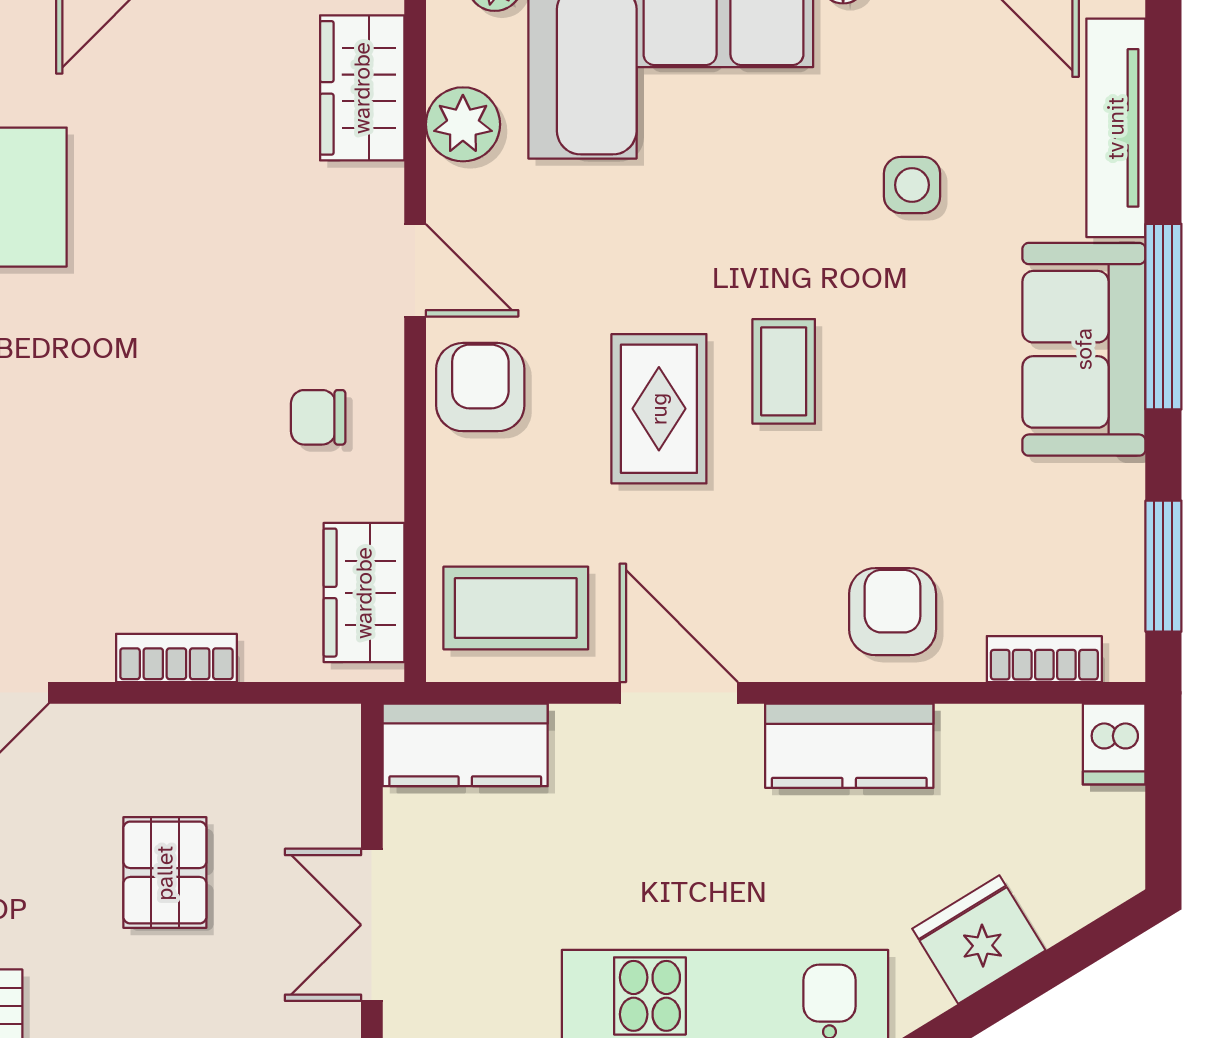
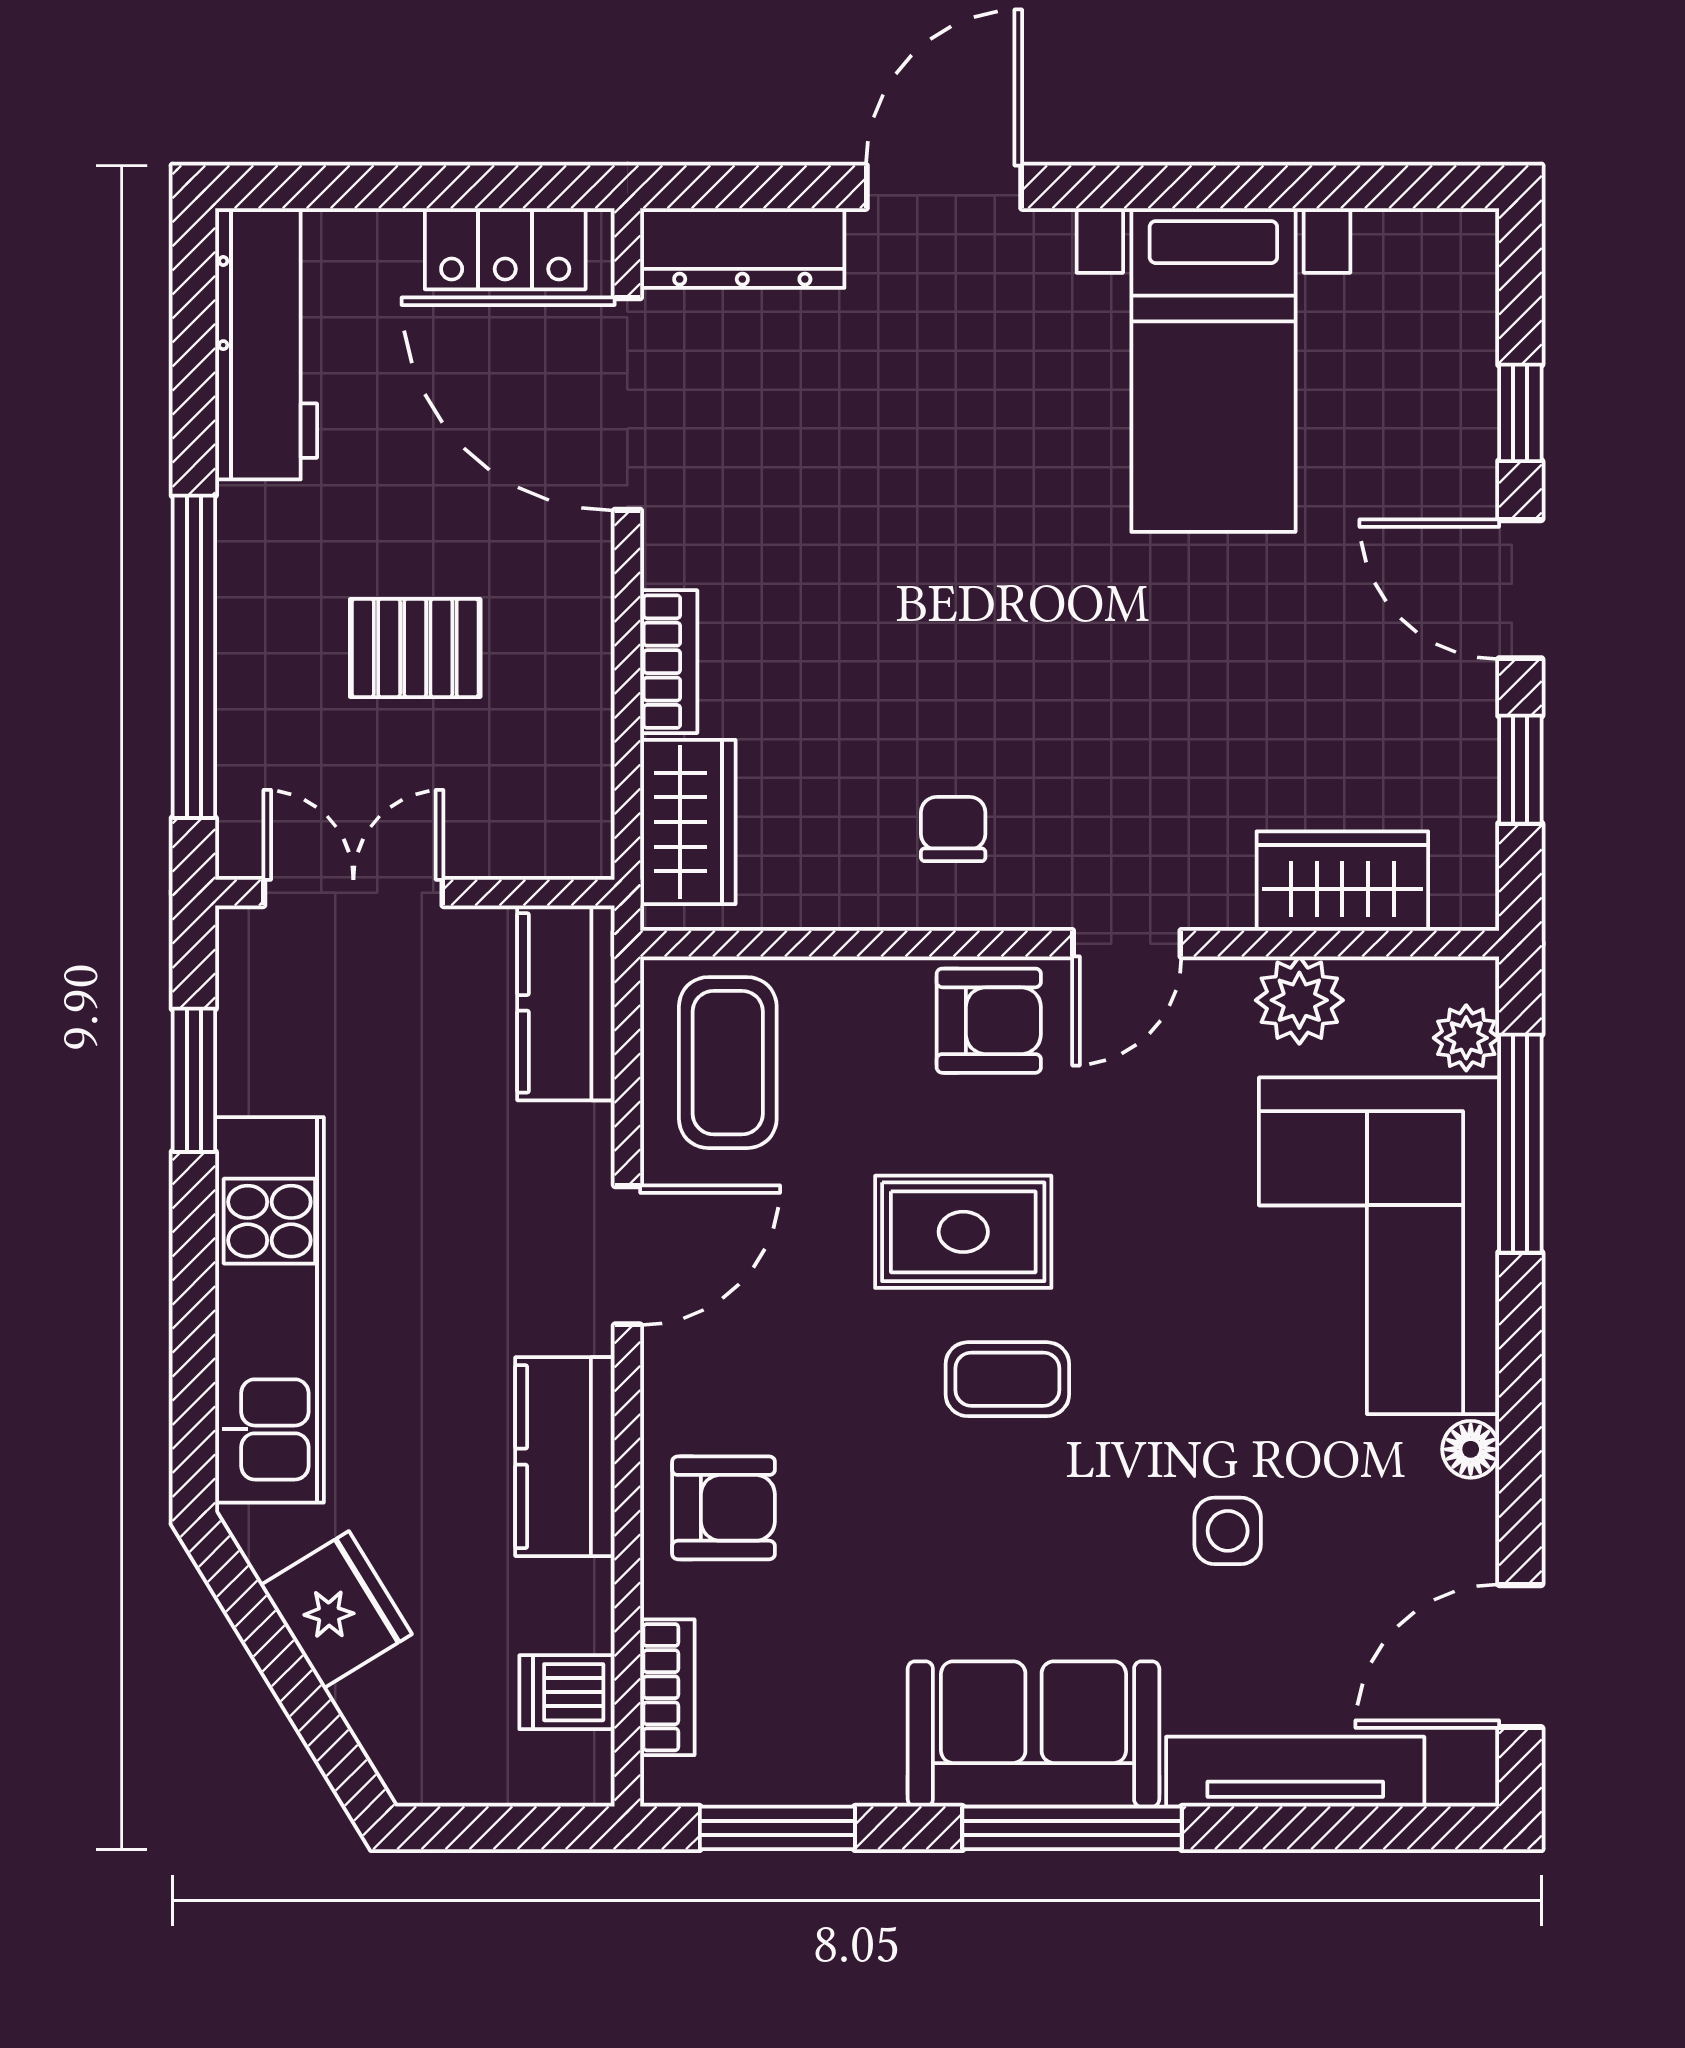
wardrobe: (364, 593) -> (688, 822), moved, turned 90
dishwasher: (1114, 744) -> (567, 1692), moved

